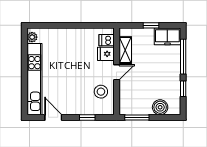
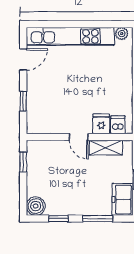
window: (183, 57) -> (98, 219), width x0.69
stool: (101, 92) -> (55, 118), removed
boiler: (160, 107) -> (36, 206), moved
window: (137, 117) -> (23, 162), width x0.67

